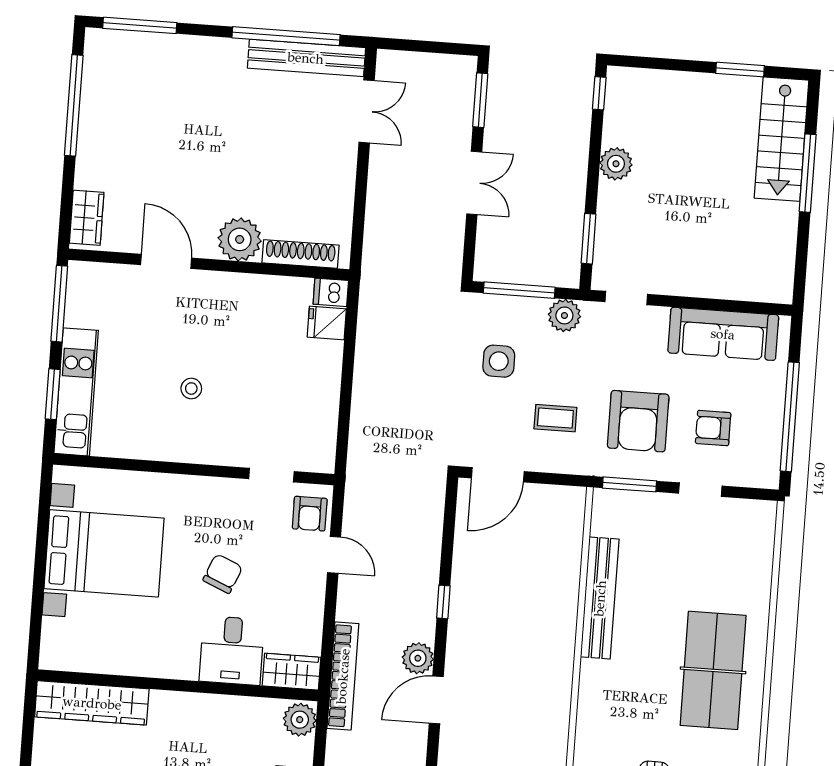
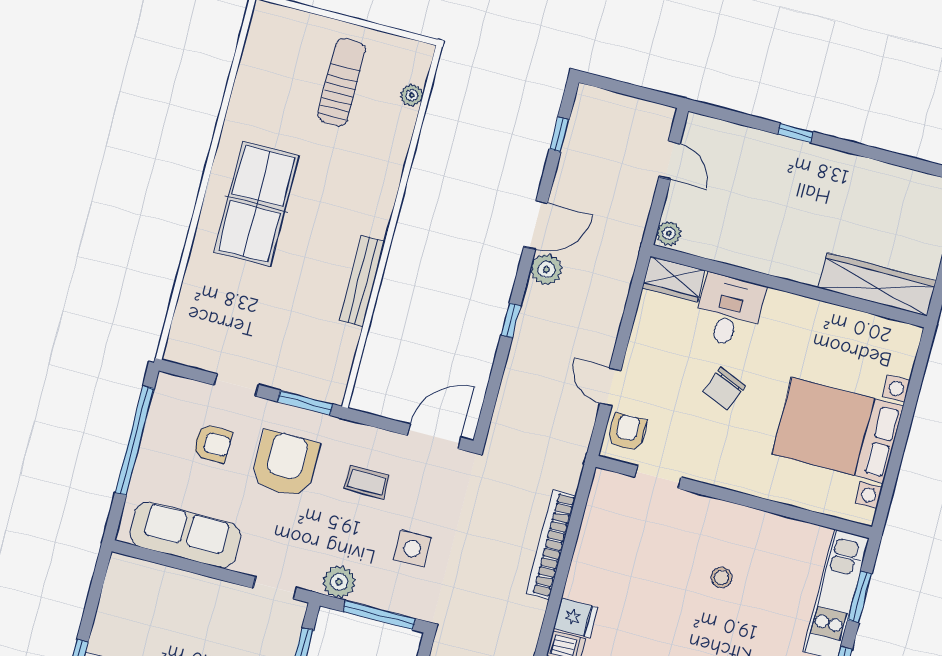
bench: (600, 598) -> (362, 281), width x0.73, depth x0.82
bookcase: (343, 676) -> (551, 544), moved
plant: (300, 720) -> (669, 233), width x0.73, depth x0.73

